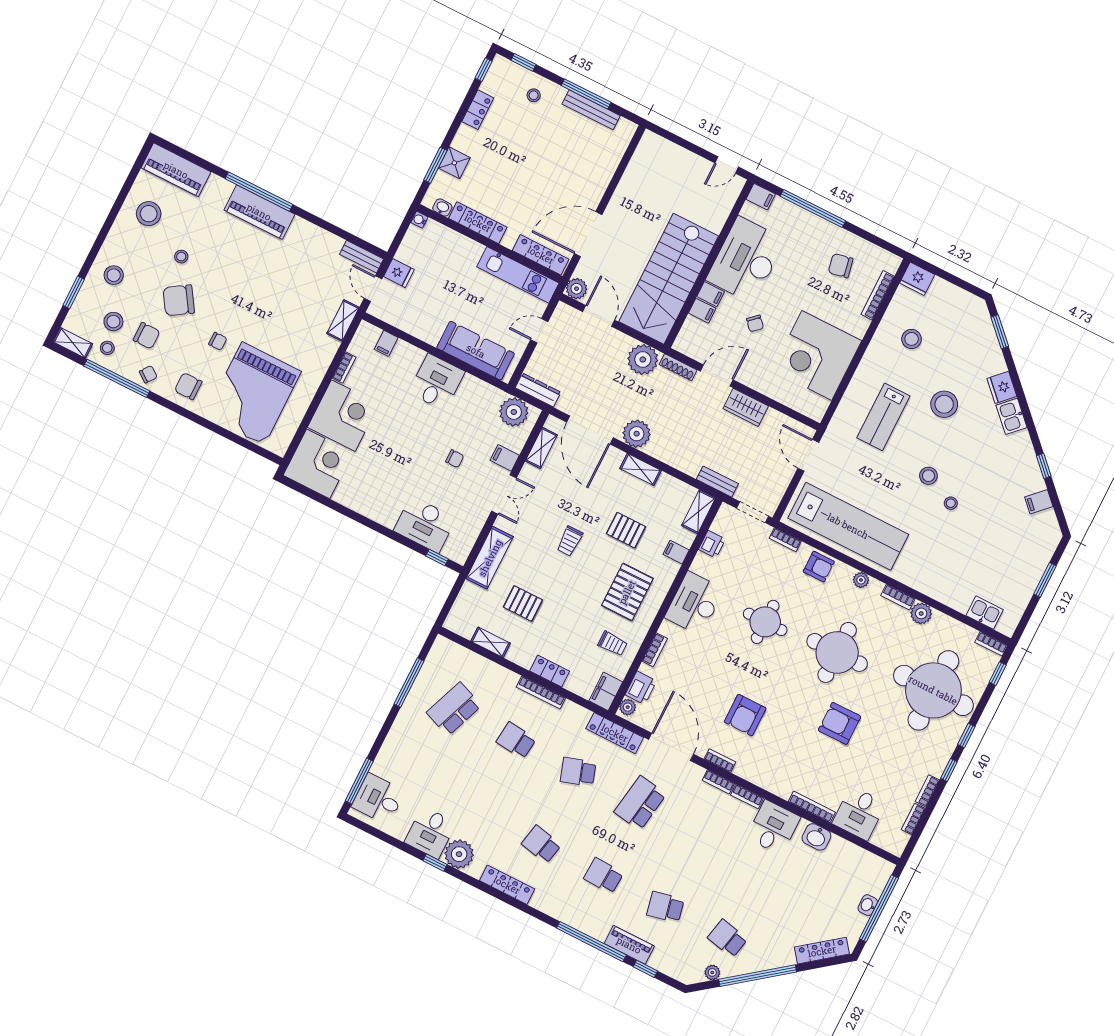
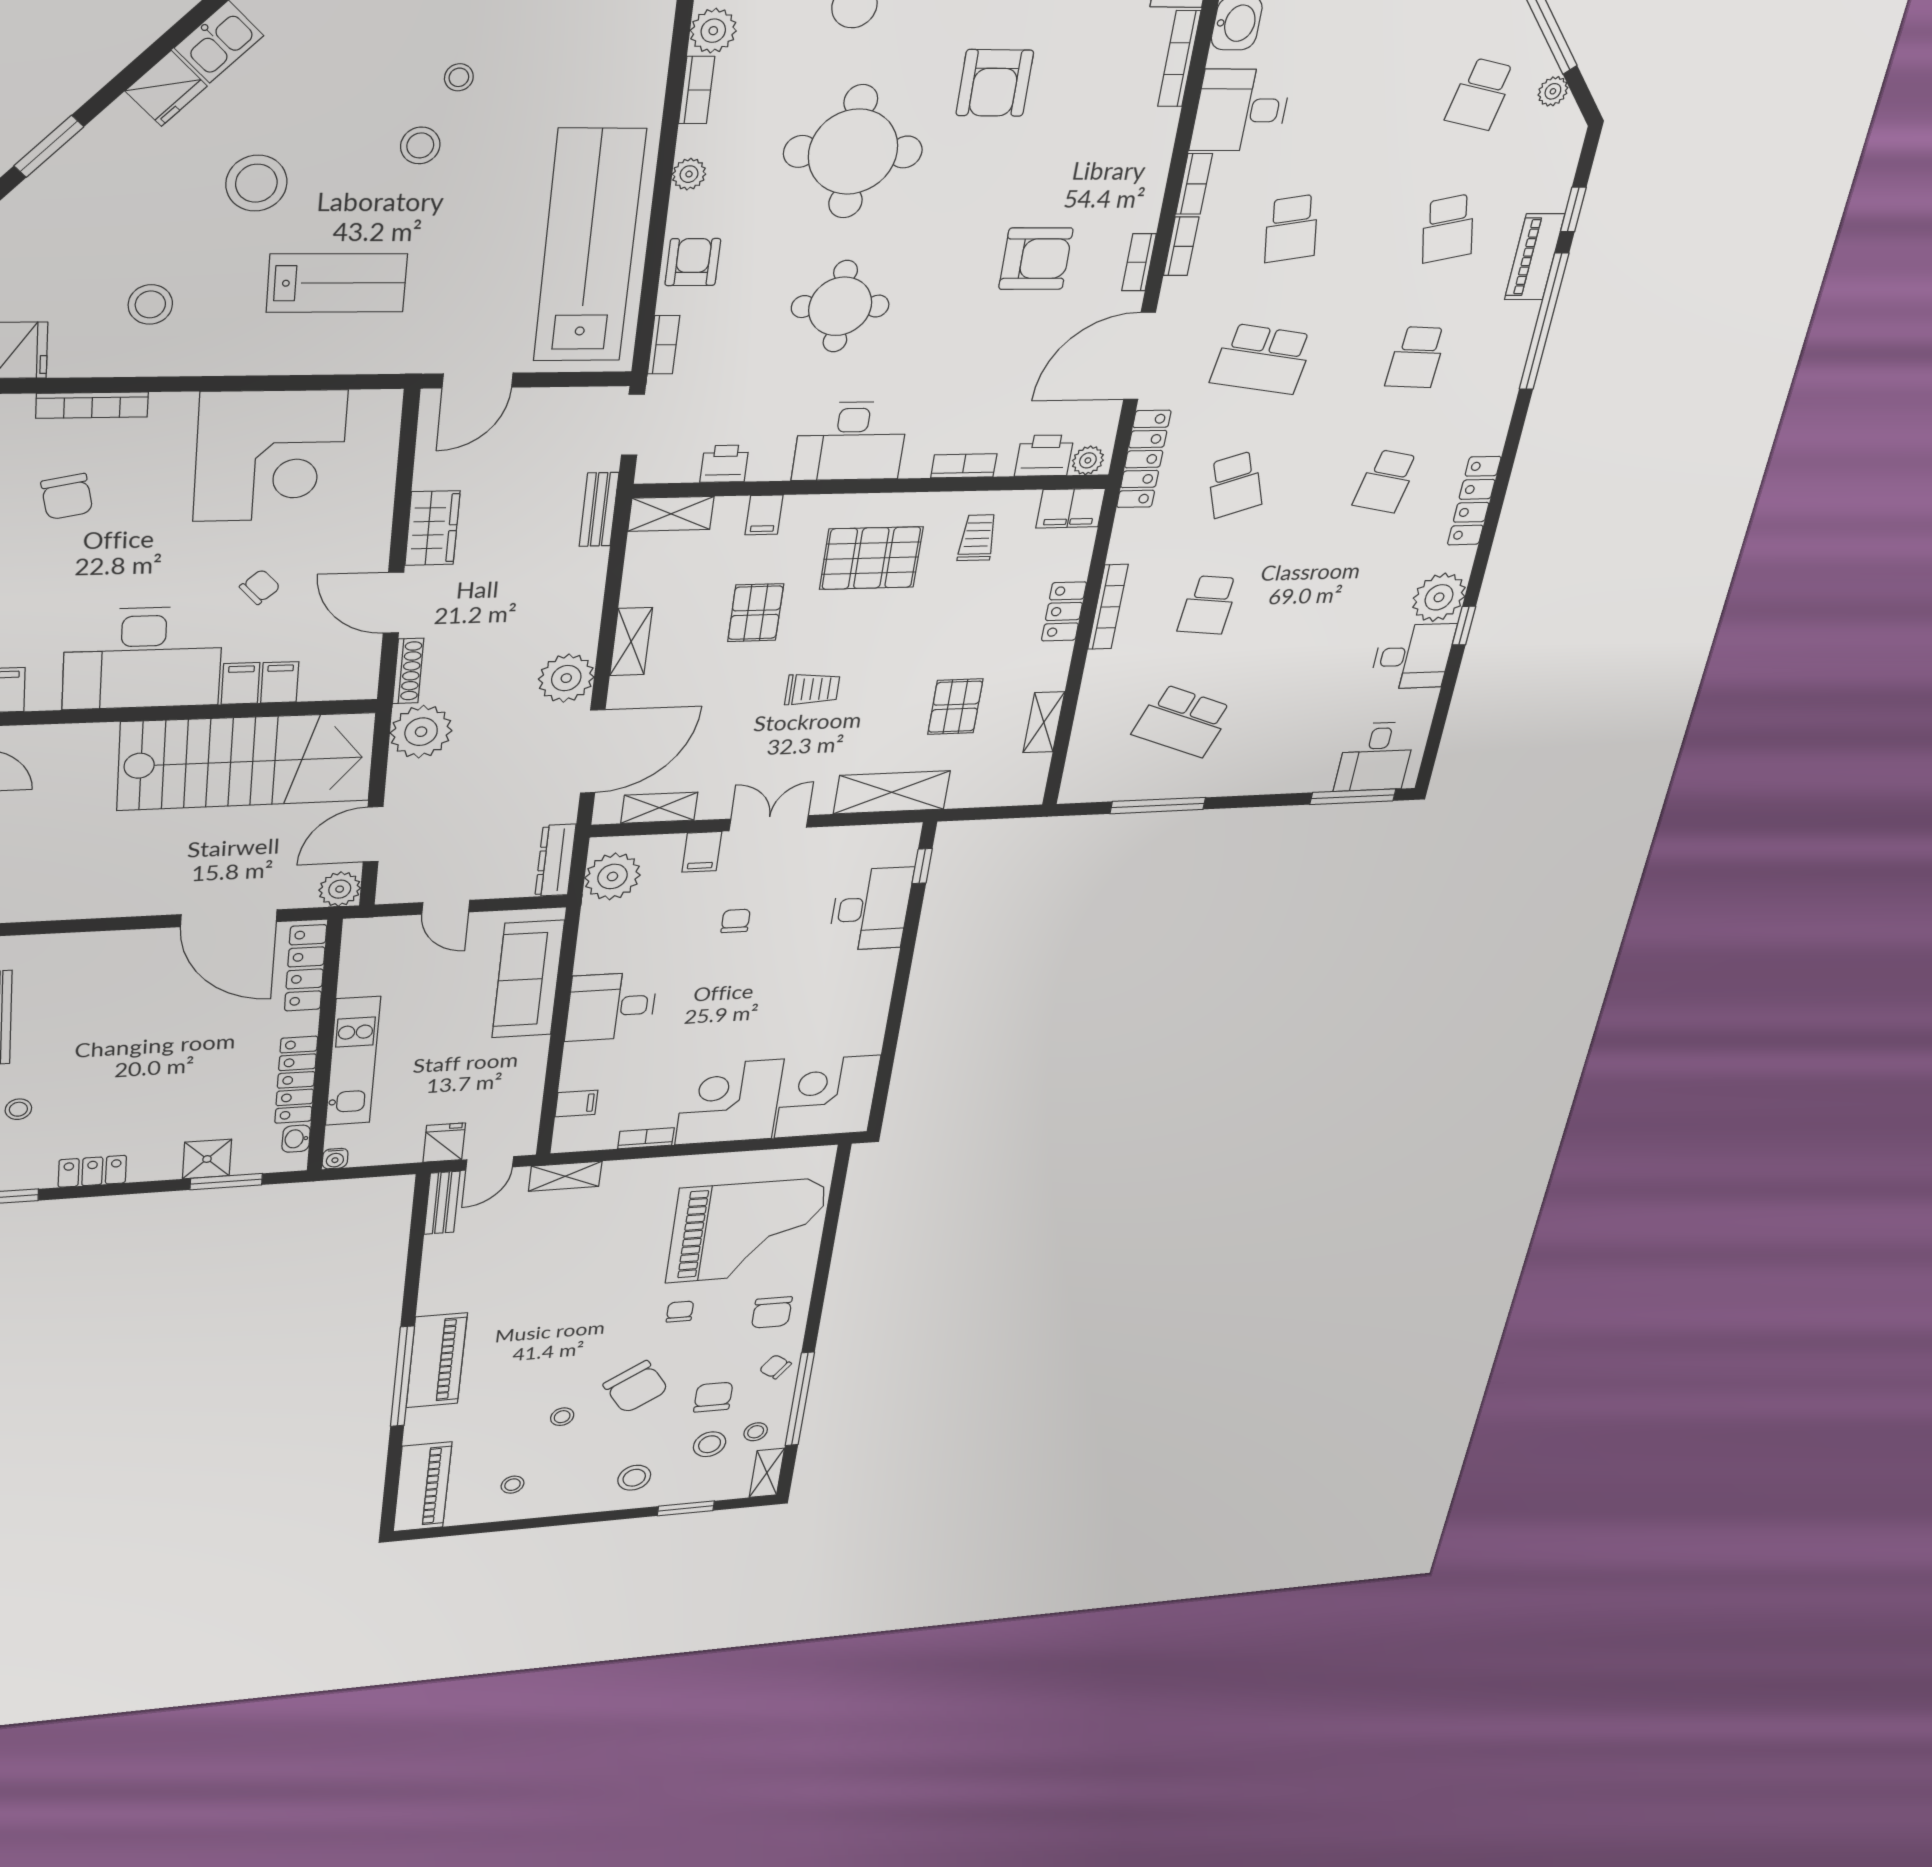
stool: (149, 214) -> (513, 1485), width x0.53, depth x0.53
kitchen unit: (518, 275) -> (353, 1061), moved
school desk: (702, 834) -> (1291, 228), added

